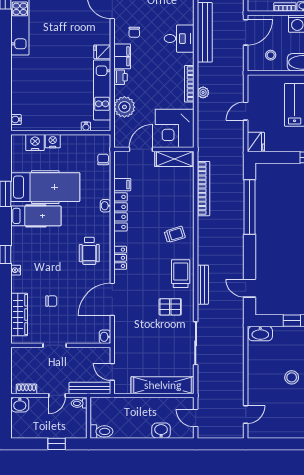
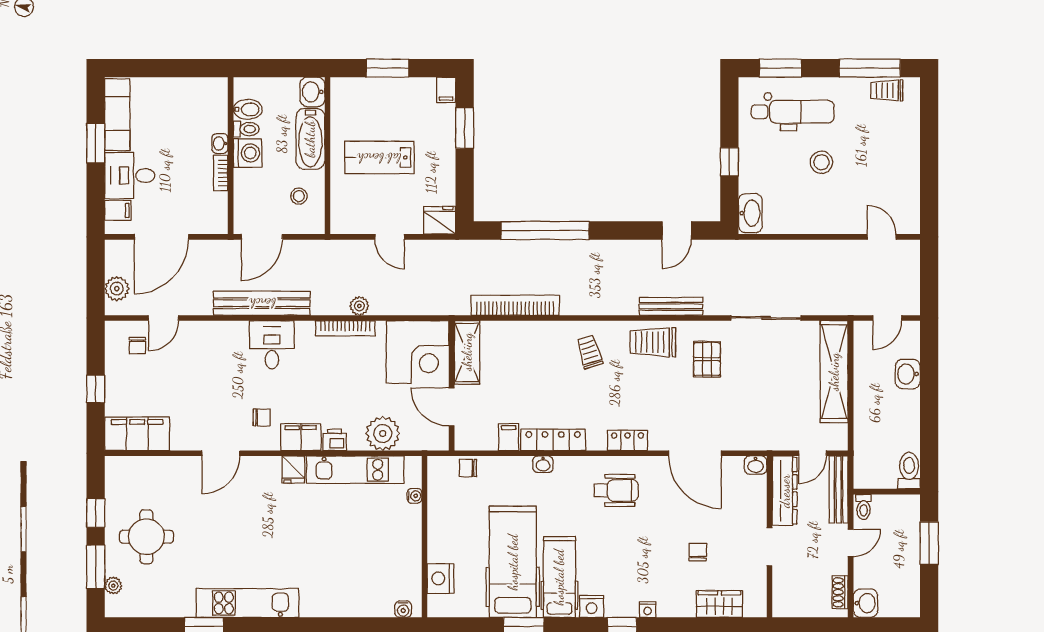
door: (246, 32) -> (262, 237), swing flipped
nightstand: (53, 141) -> (592, 606), moved, turned -90
wardrobe: (19, 314) -> (719, 604), width x0.67
dresser: (89, 355) -> (785, 491), added
door: (57, 395) -> (851, 543), hinge flipped
window: (57, 444) -> (929, 543), width x1.50

